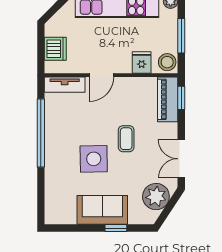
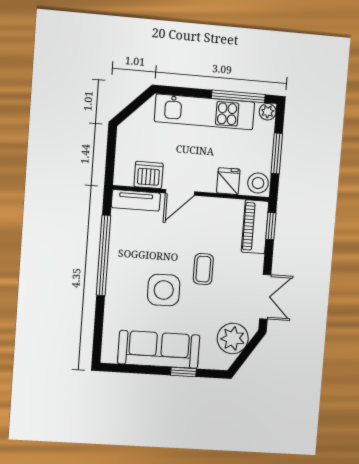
dishwasher: (55, 49) -> (149, 175), moved, turned -90
double door: (181, 159) -> (265, 297), swing flipped
sofa: (102, 210) -> (159, 349), width x1.36

